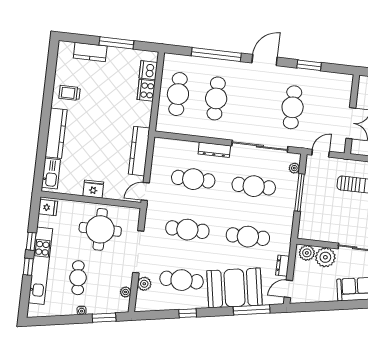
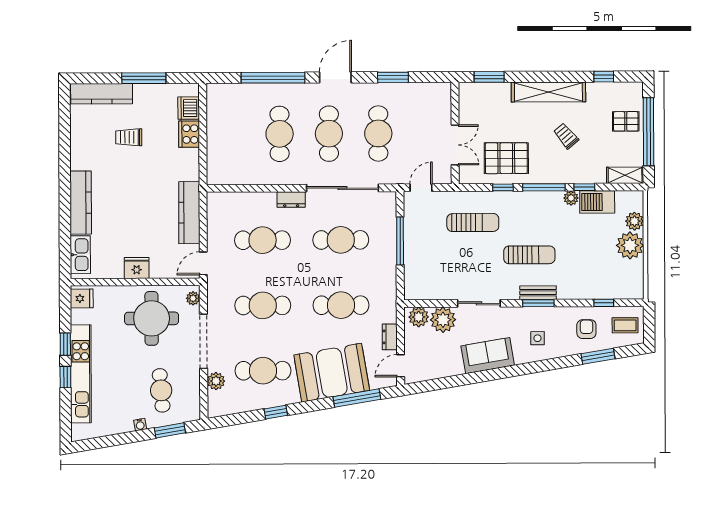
kitchen counter: (90, 52) -> (102, 94), width x1.50
trolley: (70, 93) -> (129, 137), moved
cafe table: (178, 94) -> (329, 134), moved
dresser: (214, 150) -> (291, 200), width x0.70
plant: (294, 168) -> (390, 211), removed
cafe table: (78, 278) -> (161, 390), moved
plant: (126, 292) -> (193, 298), moved

